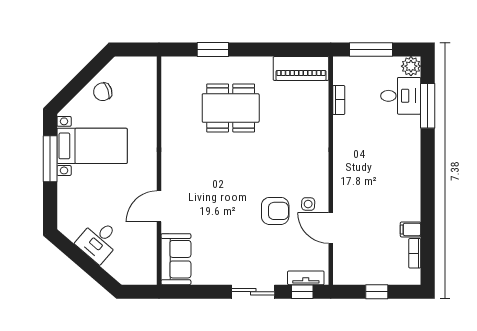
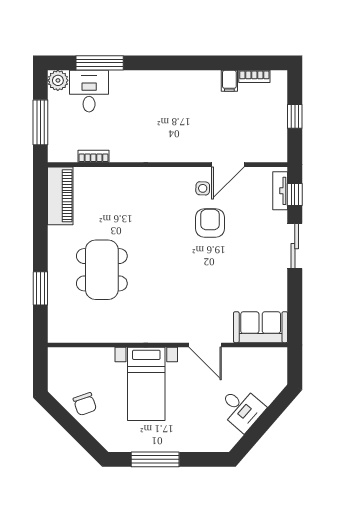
bed with nightstands: (92, 146) -> (146, 384), moved, turned 180

